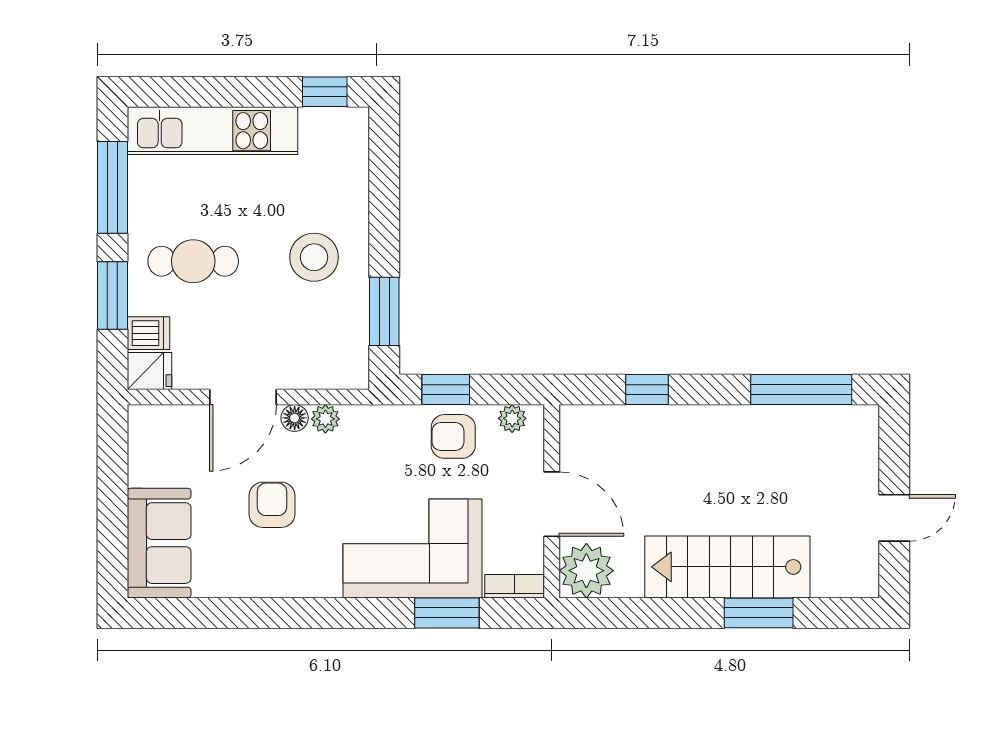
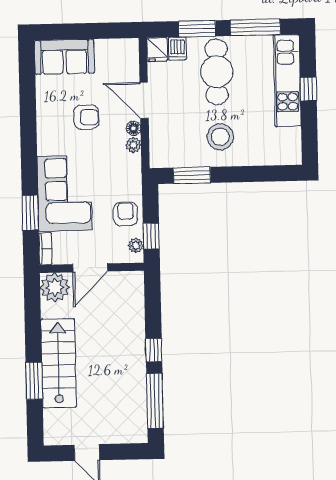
window: (325, 92) -> (308, 89), moved
cafe table: (193, 261) -> (217, 72), width x1.37, depth x1.35
window: (446, 390) -> (151, 236), moved
window: (647, 390) -> (154, 350), moved

